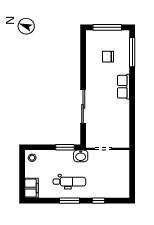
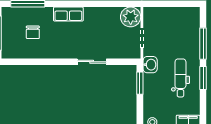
sliding door: (83, 106) -> (92, 62), width x0.73
plant: (121, 139) -> (131, 17), added
window: (98, 201) -> (203, 44), width x2.17

